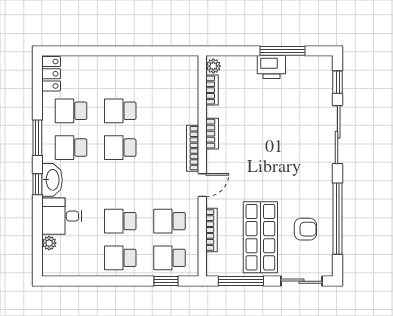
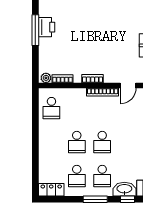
printer: (271, 67) -> (47, 27), moved
school desk: (169, 74) -> (51, 108), added
door: (202, 185) -> (128, 85), swing flipped

